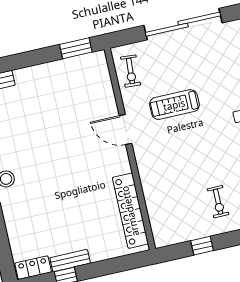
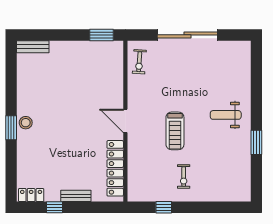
treadmill: (174, 105) -> (175, 131), moved, turned -90
door: (125, 130) -> (125, 121), moved
bench: (70, 261) -> (76, 196), moved

